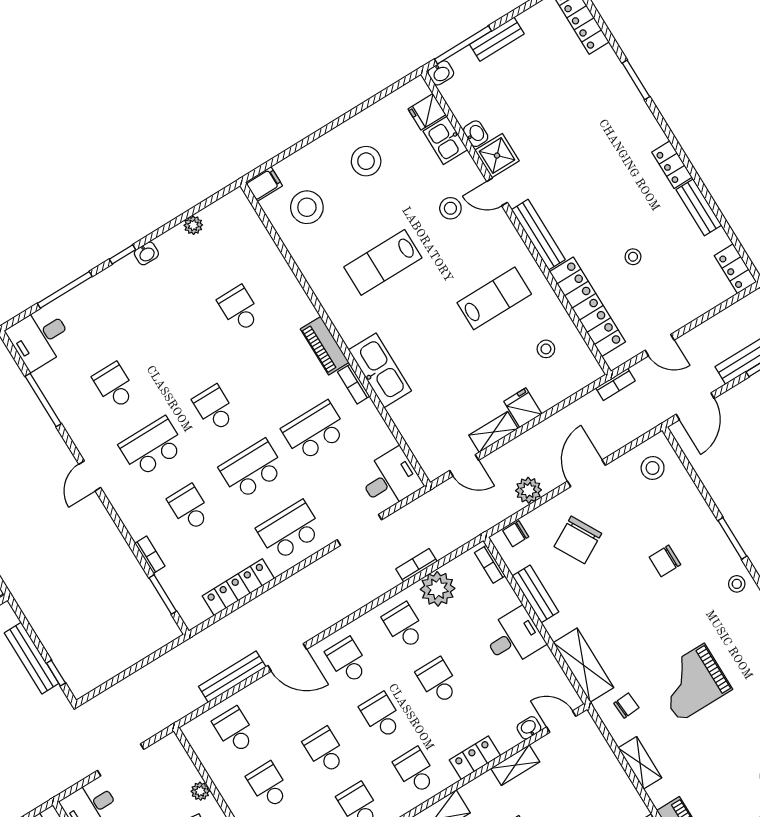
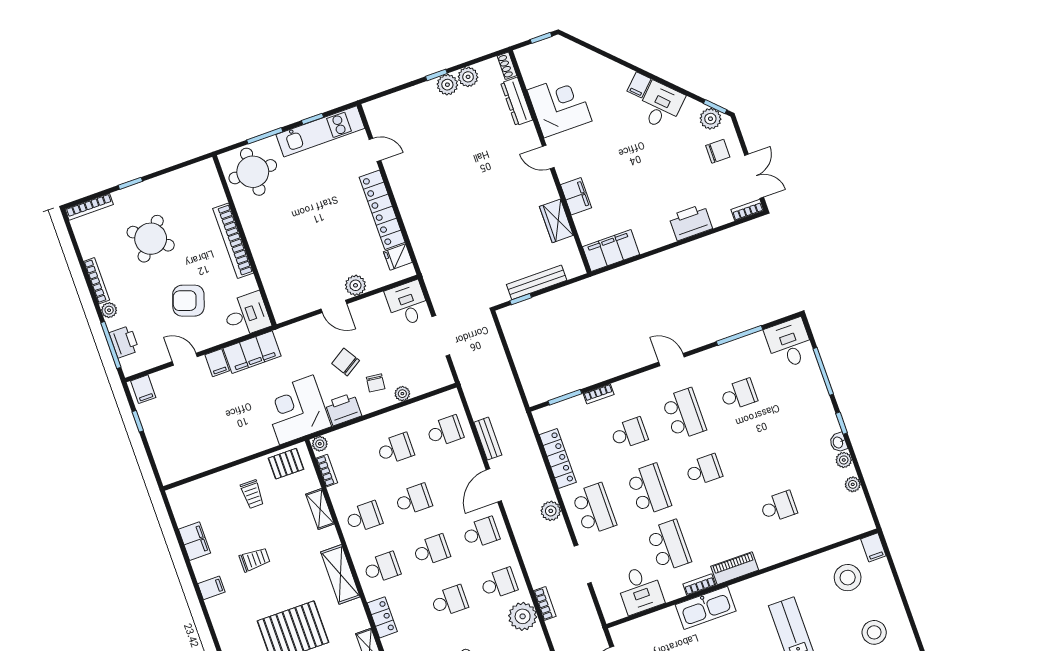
plant: (166, 242) -> (844, 460), added
desk: (390, 479) -> (640, 590), moved
plant: (303, 582) -> (551, 511), added
bench: (232, 677) -> (488, 439), width x0.73

